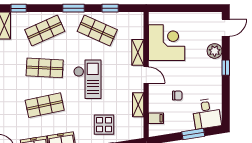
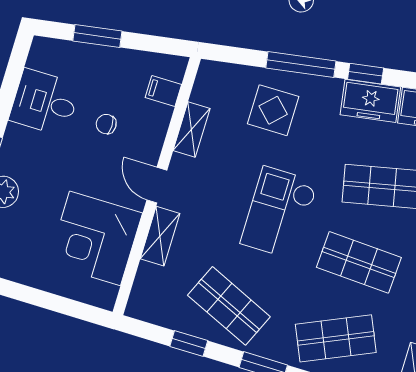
desk: (207, 114) -> (45, 102), moved, turned -81

